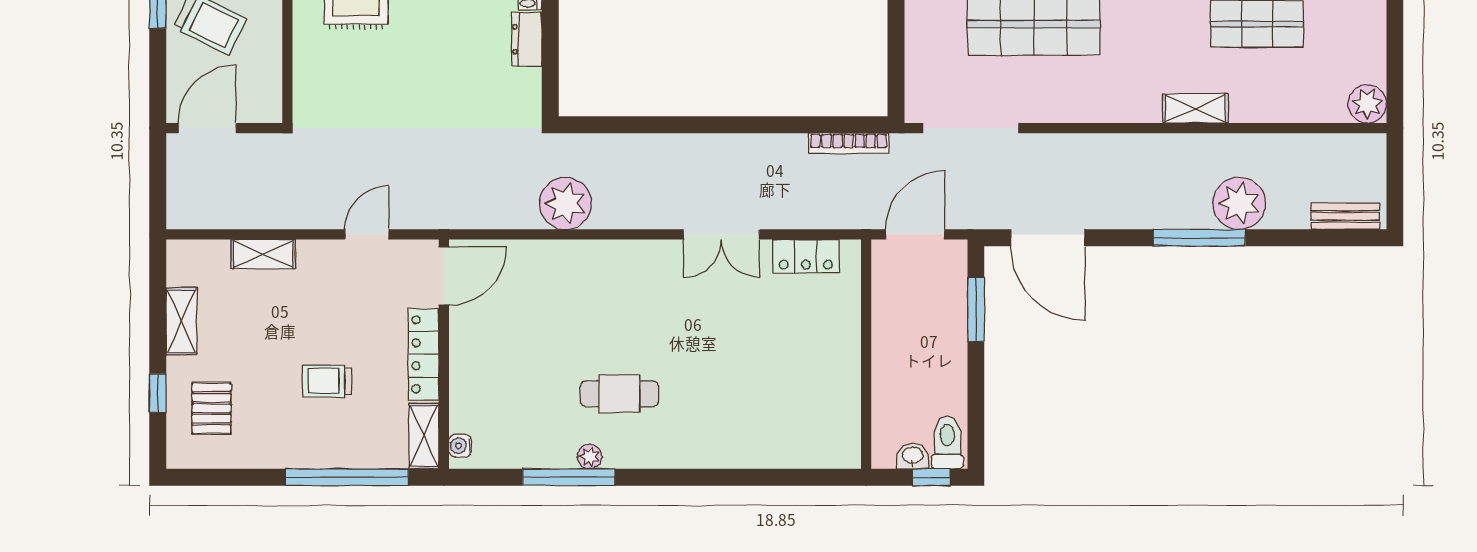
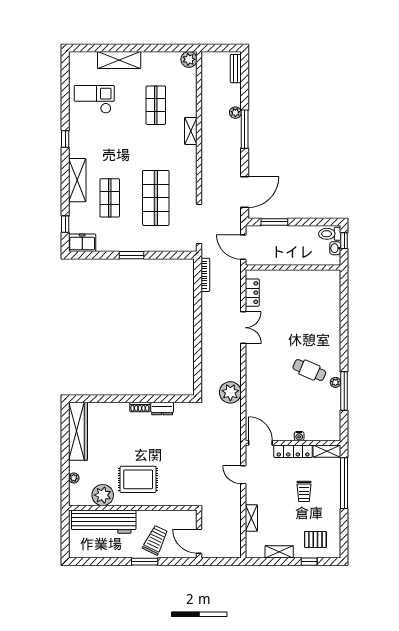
plant: (1239, 203) -> (235, 113), width x0.53, depth x0.53
cafe table: (619, 394) -> (309, 370), turned -67
water cooler: (460, 446) -> (299, 436), moved

